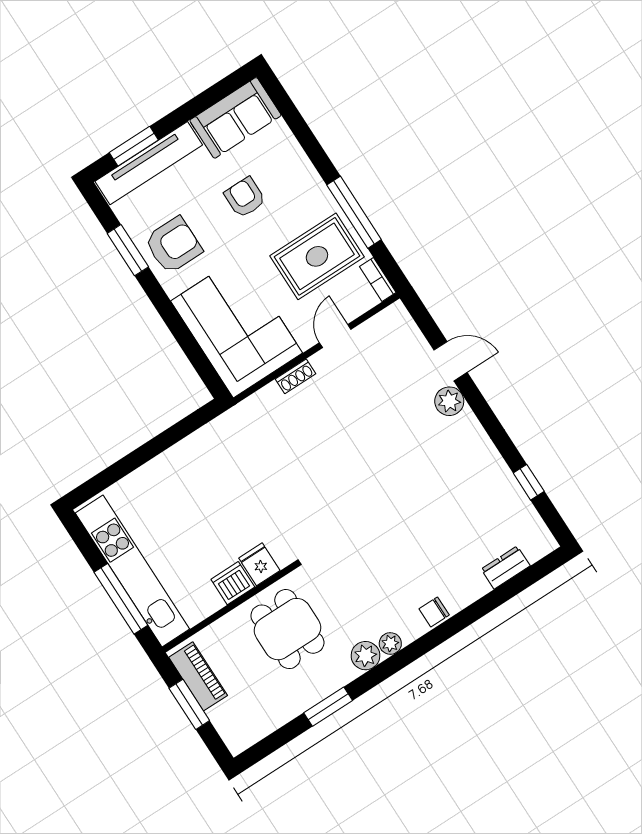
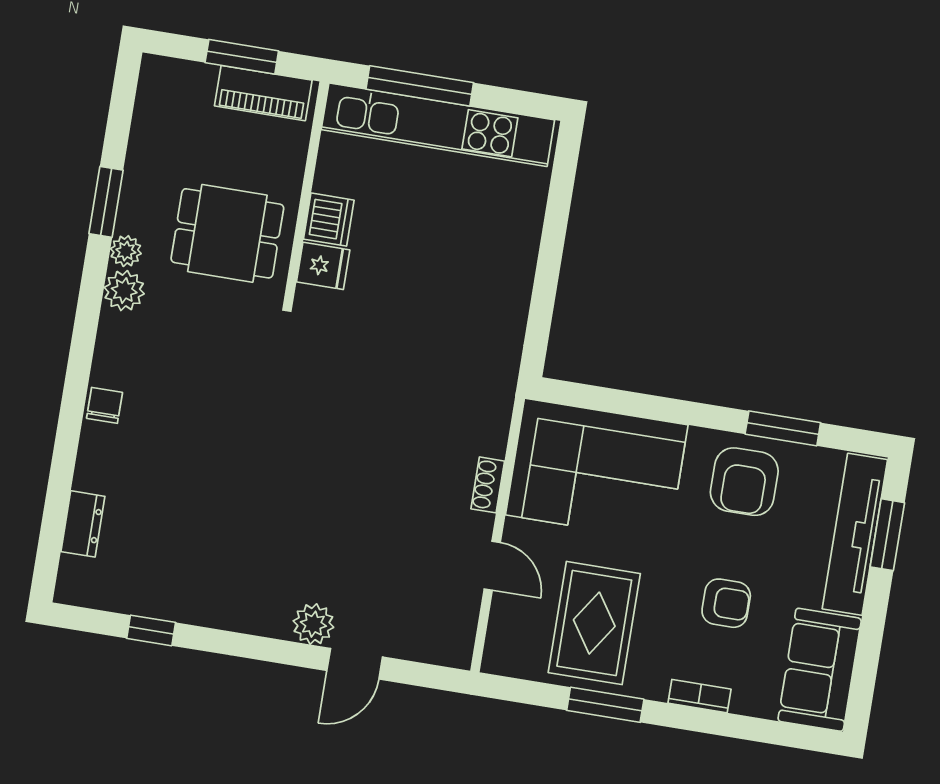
window: (354, 212) -> (605, 705), width x0.69
bookcase: (378, 280) -> (700, 696), moved
plant: (390, 643) -> (126, 251), moved

